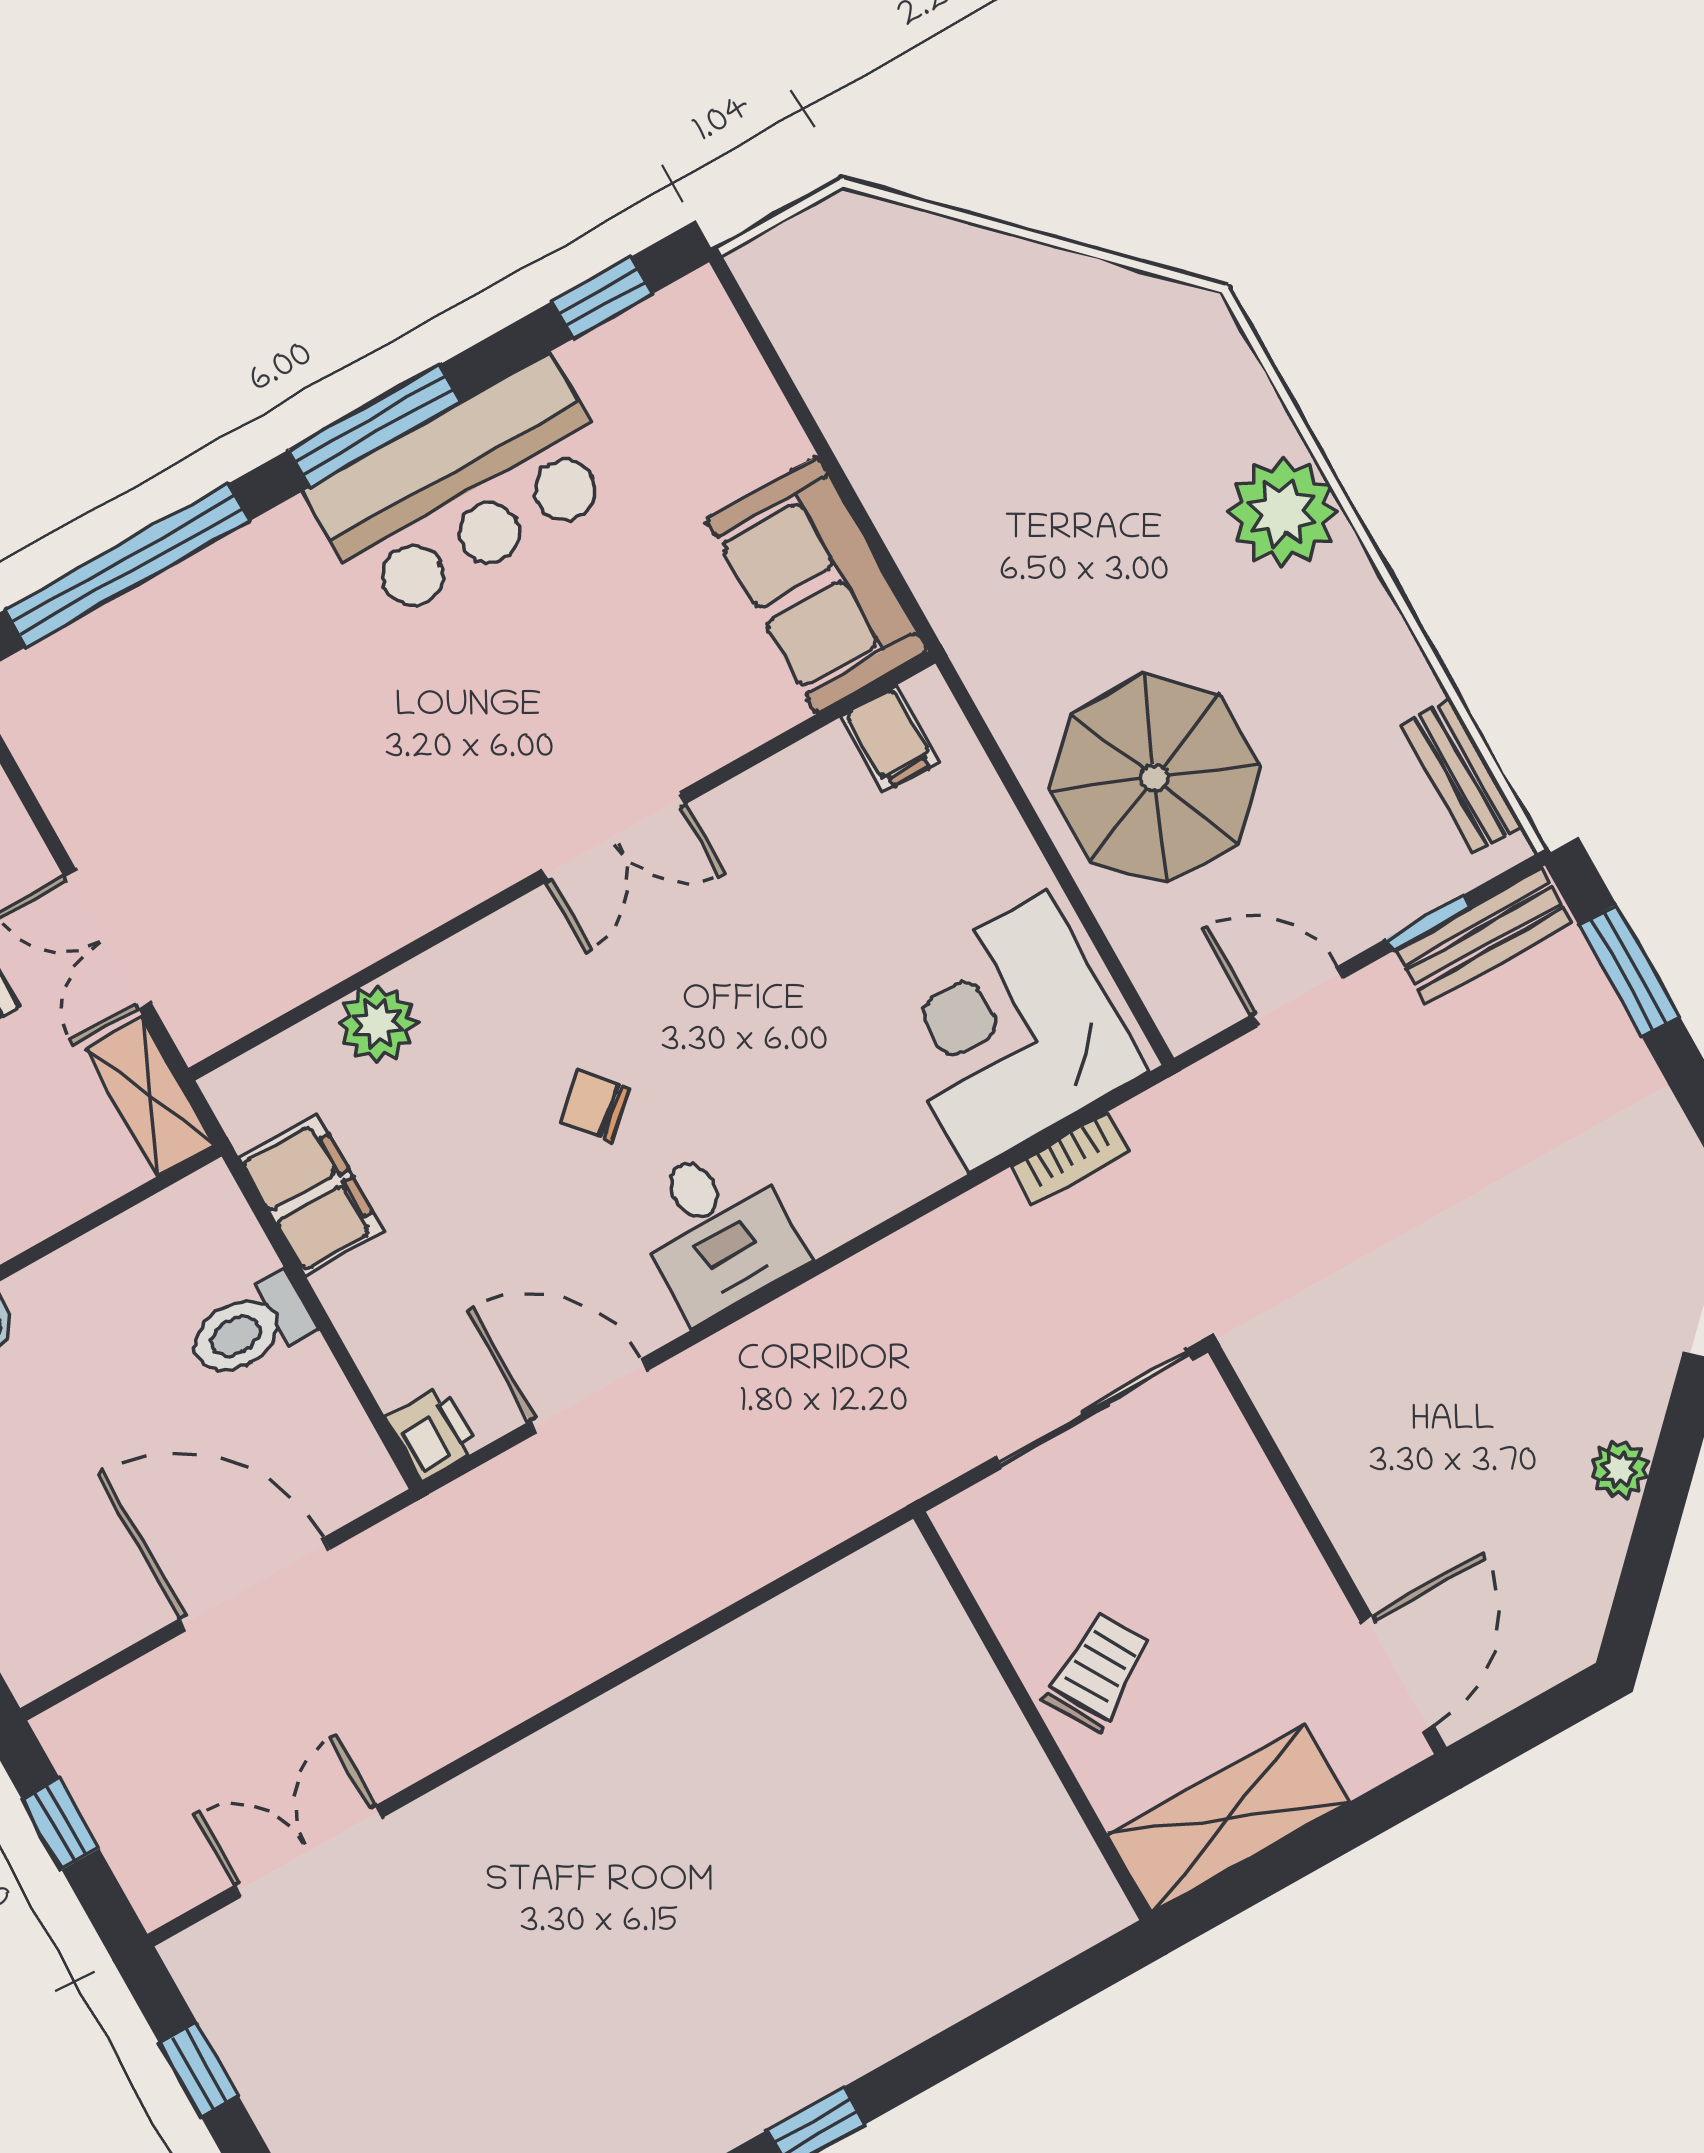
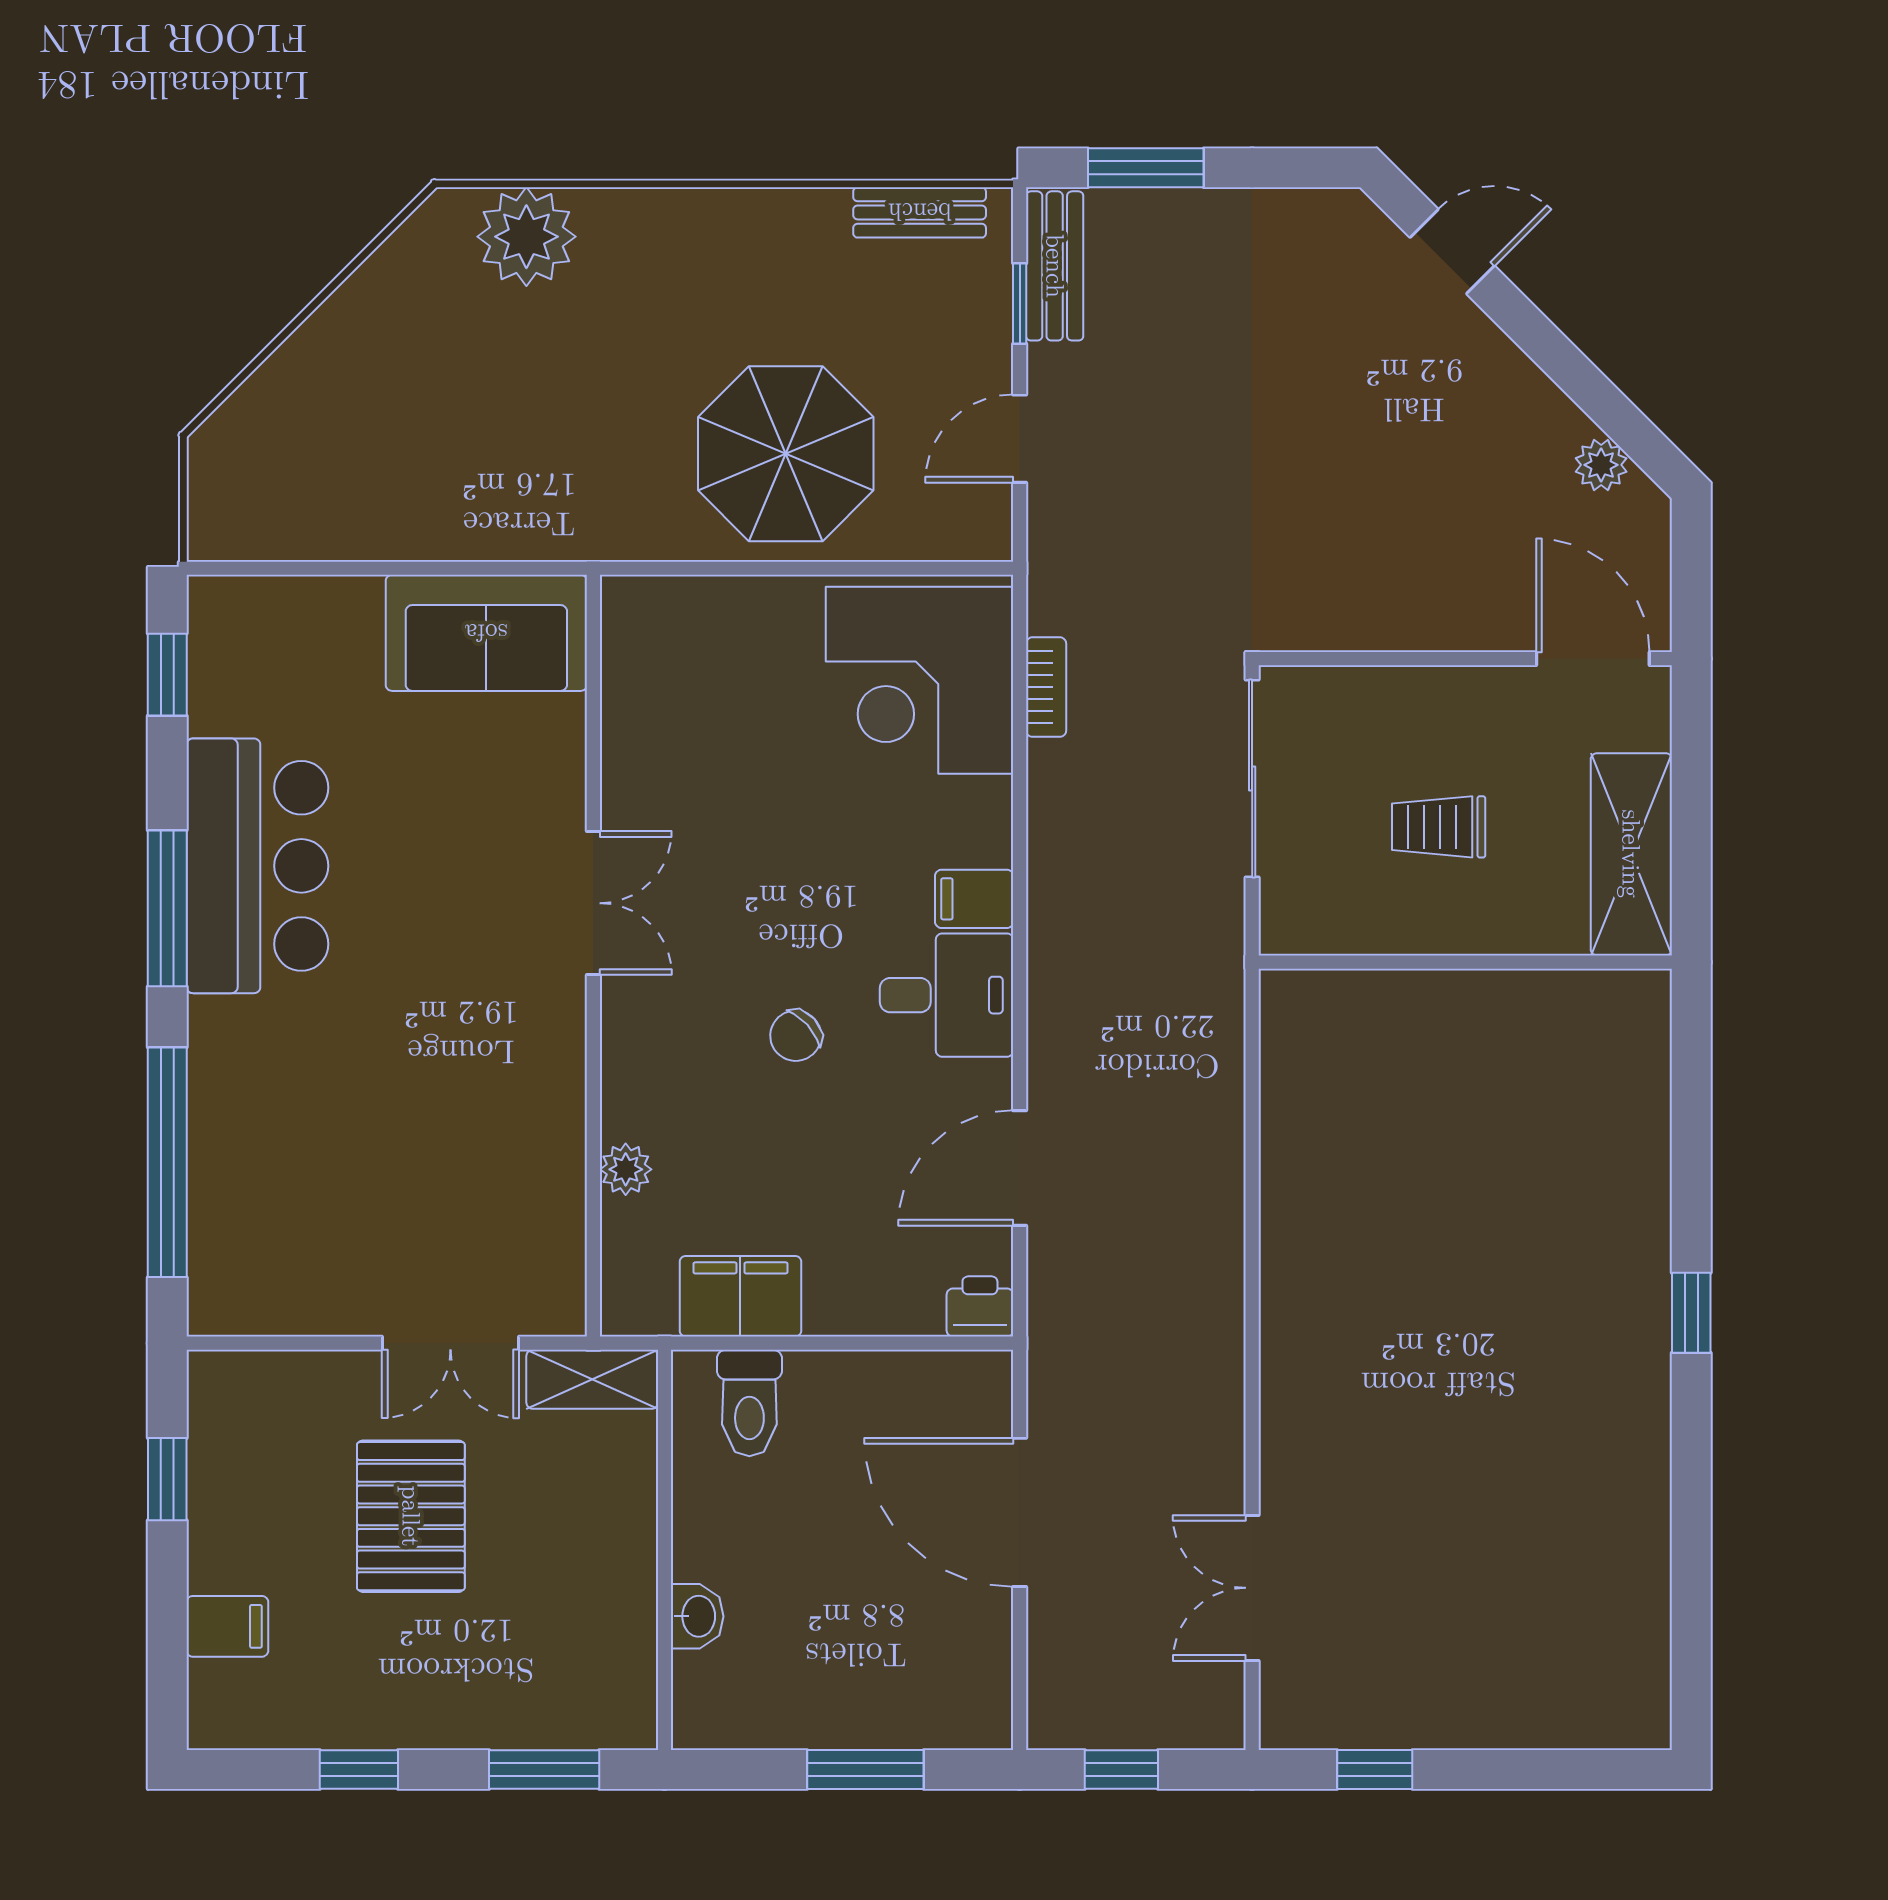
plant: (1283, 512) -> (526, 237), moved
filing cabinet: (890, 739) -> (974, 899), moved, turned 180
plant: (377, 1023) -> (626, 1169), width x0.73, depth x0.73
toilet: (250, 1328) -> (749, 1403), moved
plant: (1619, 1469) -> (1601, 465), moved
door: (254, 1584) -> (1020, 1512), hinge flipped
trolley: (1097, 1672) -> (1439, 827), moved, turned -60

